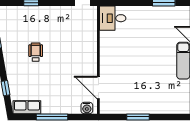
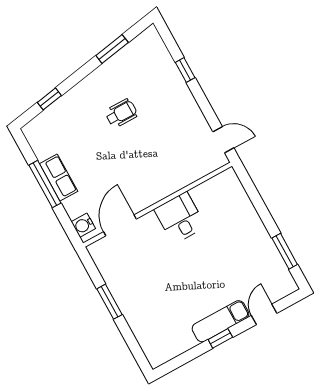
desk: (113, 18) -> (180, 218), moved
row of seats: (27, 107) -> (59, 178), moved

